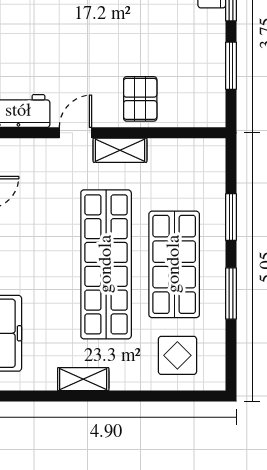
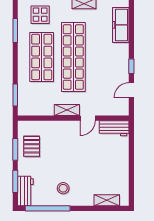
pallet: (140, 99) -> (32, 146), moved
window: (231, 217) -> (15, 95), moved
window: (231, 293) -> (15, 31), moved

